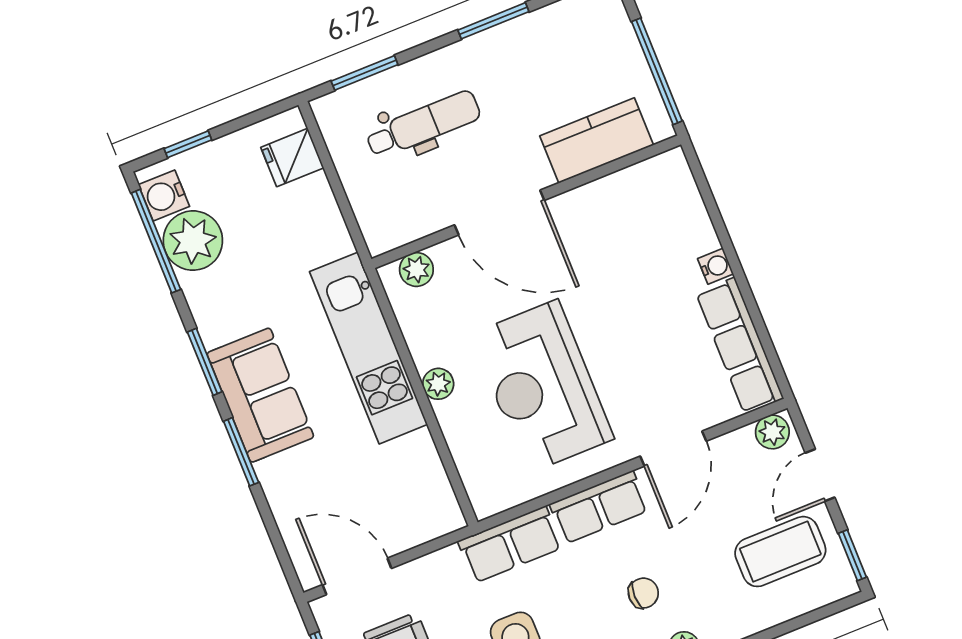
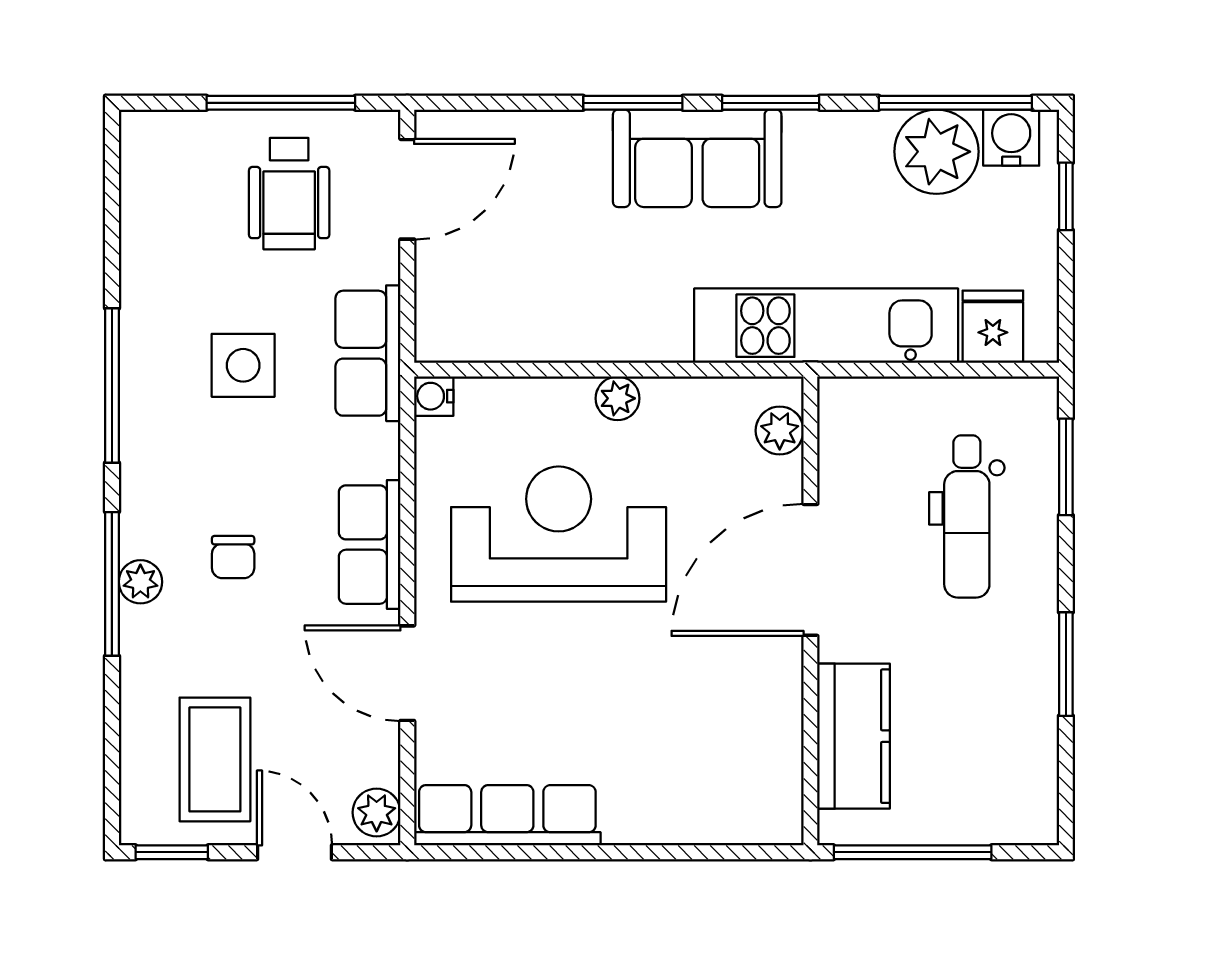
water cooler: (716, 266) -> (434, 396), moved, turned 90
kitchen unit: (368, 348) -> (826, 326), moved
row of seats: (510, 544) -> (368, 353), moved

